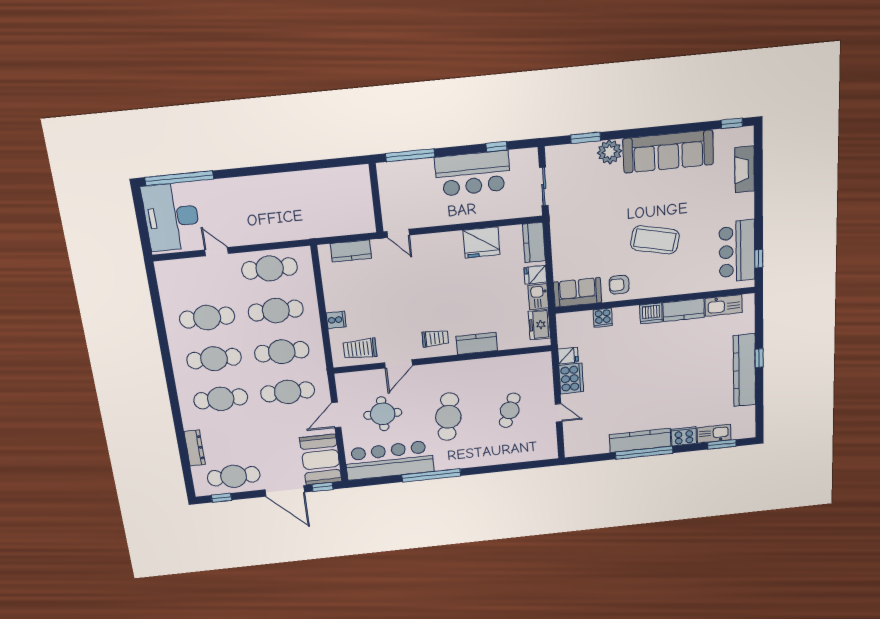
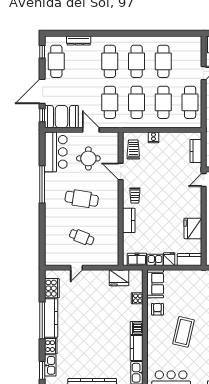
fridge: (568, 356) -> (119, 278), width x1.88, depth x1.34
cooker: (571, 379) -> (52, 288), moved, turned -90
bar counter: (389, 460) -> (56, 152), width x0.73

